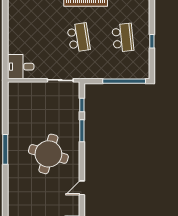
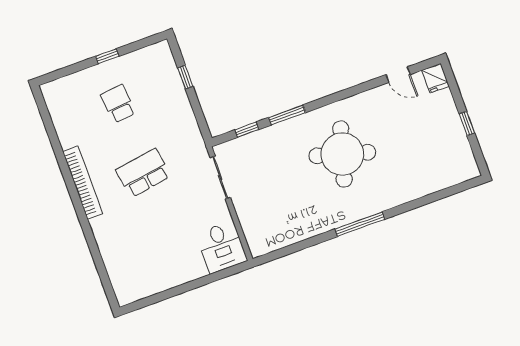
school desk: (123, 38) -> (118, 104), width x0.54
window: (124, 81) -> (185, 77), width x0.32
door: (82, 188) -> (398, 75), moved

